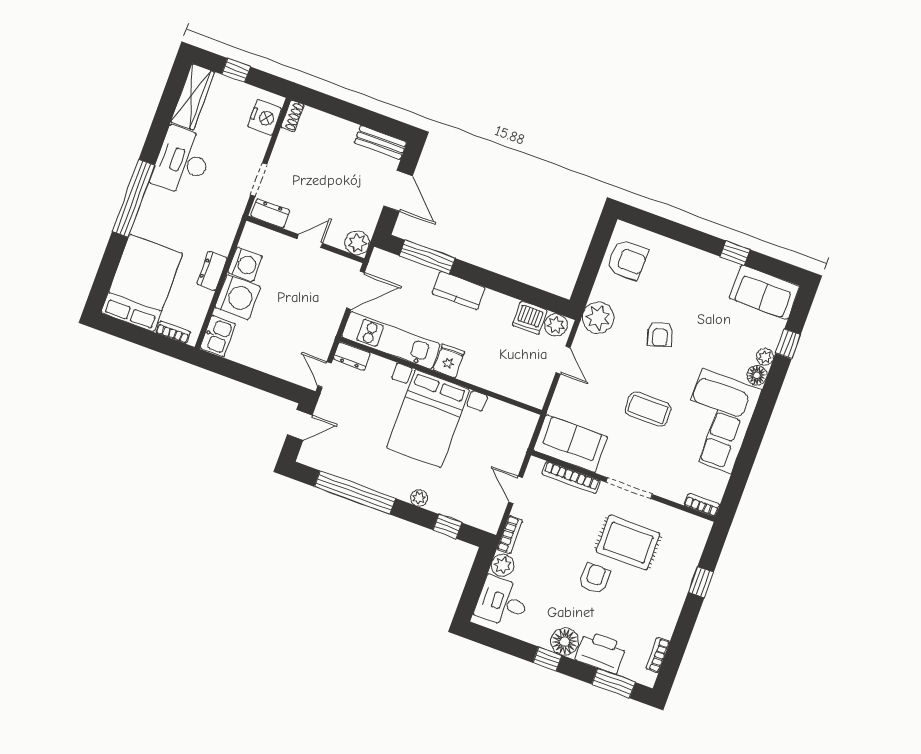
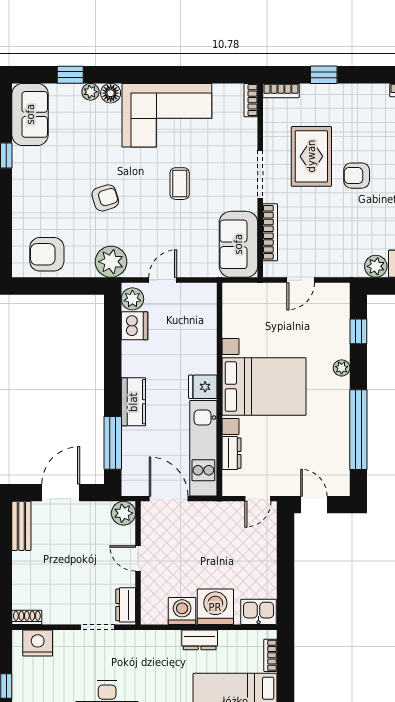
armchair: (627, 260) -> (47, 254), turned -90
dresser: (352, 356) -> (231, 453), moved
coffee table: (648, 409) -> (180, 184), width x0.73, depth x0.77
bookcase: (510, 535) -> (281, 91), moved, turned 180

